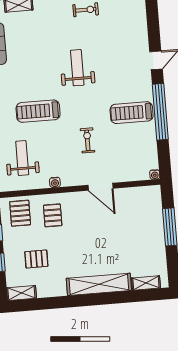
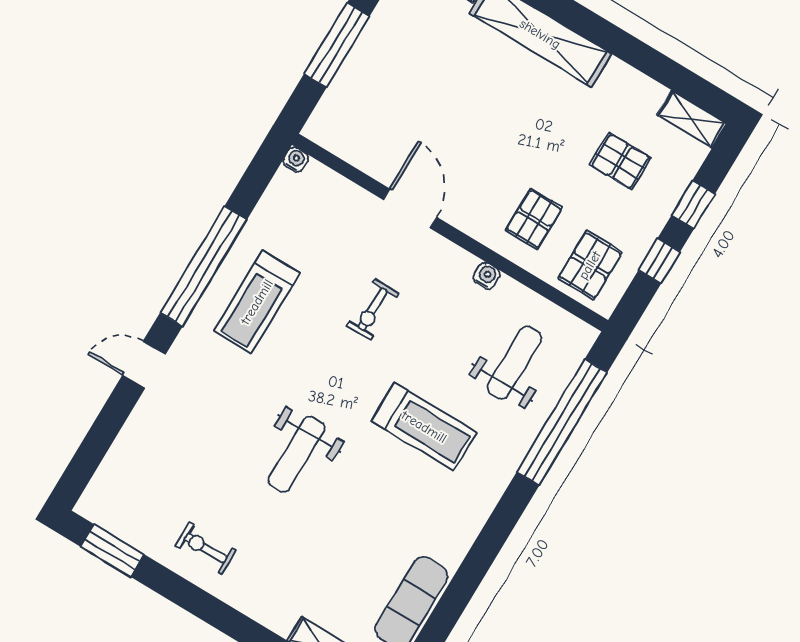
treadmill: (132, 113) -> (257, 302), turned 90
weight bench: (22, 158) -> (514, 363), turned 180

